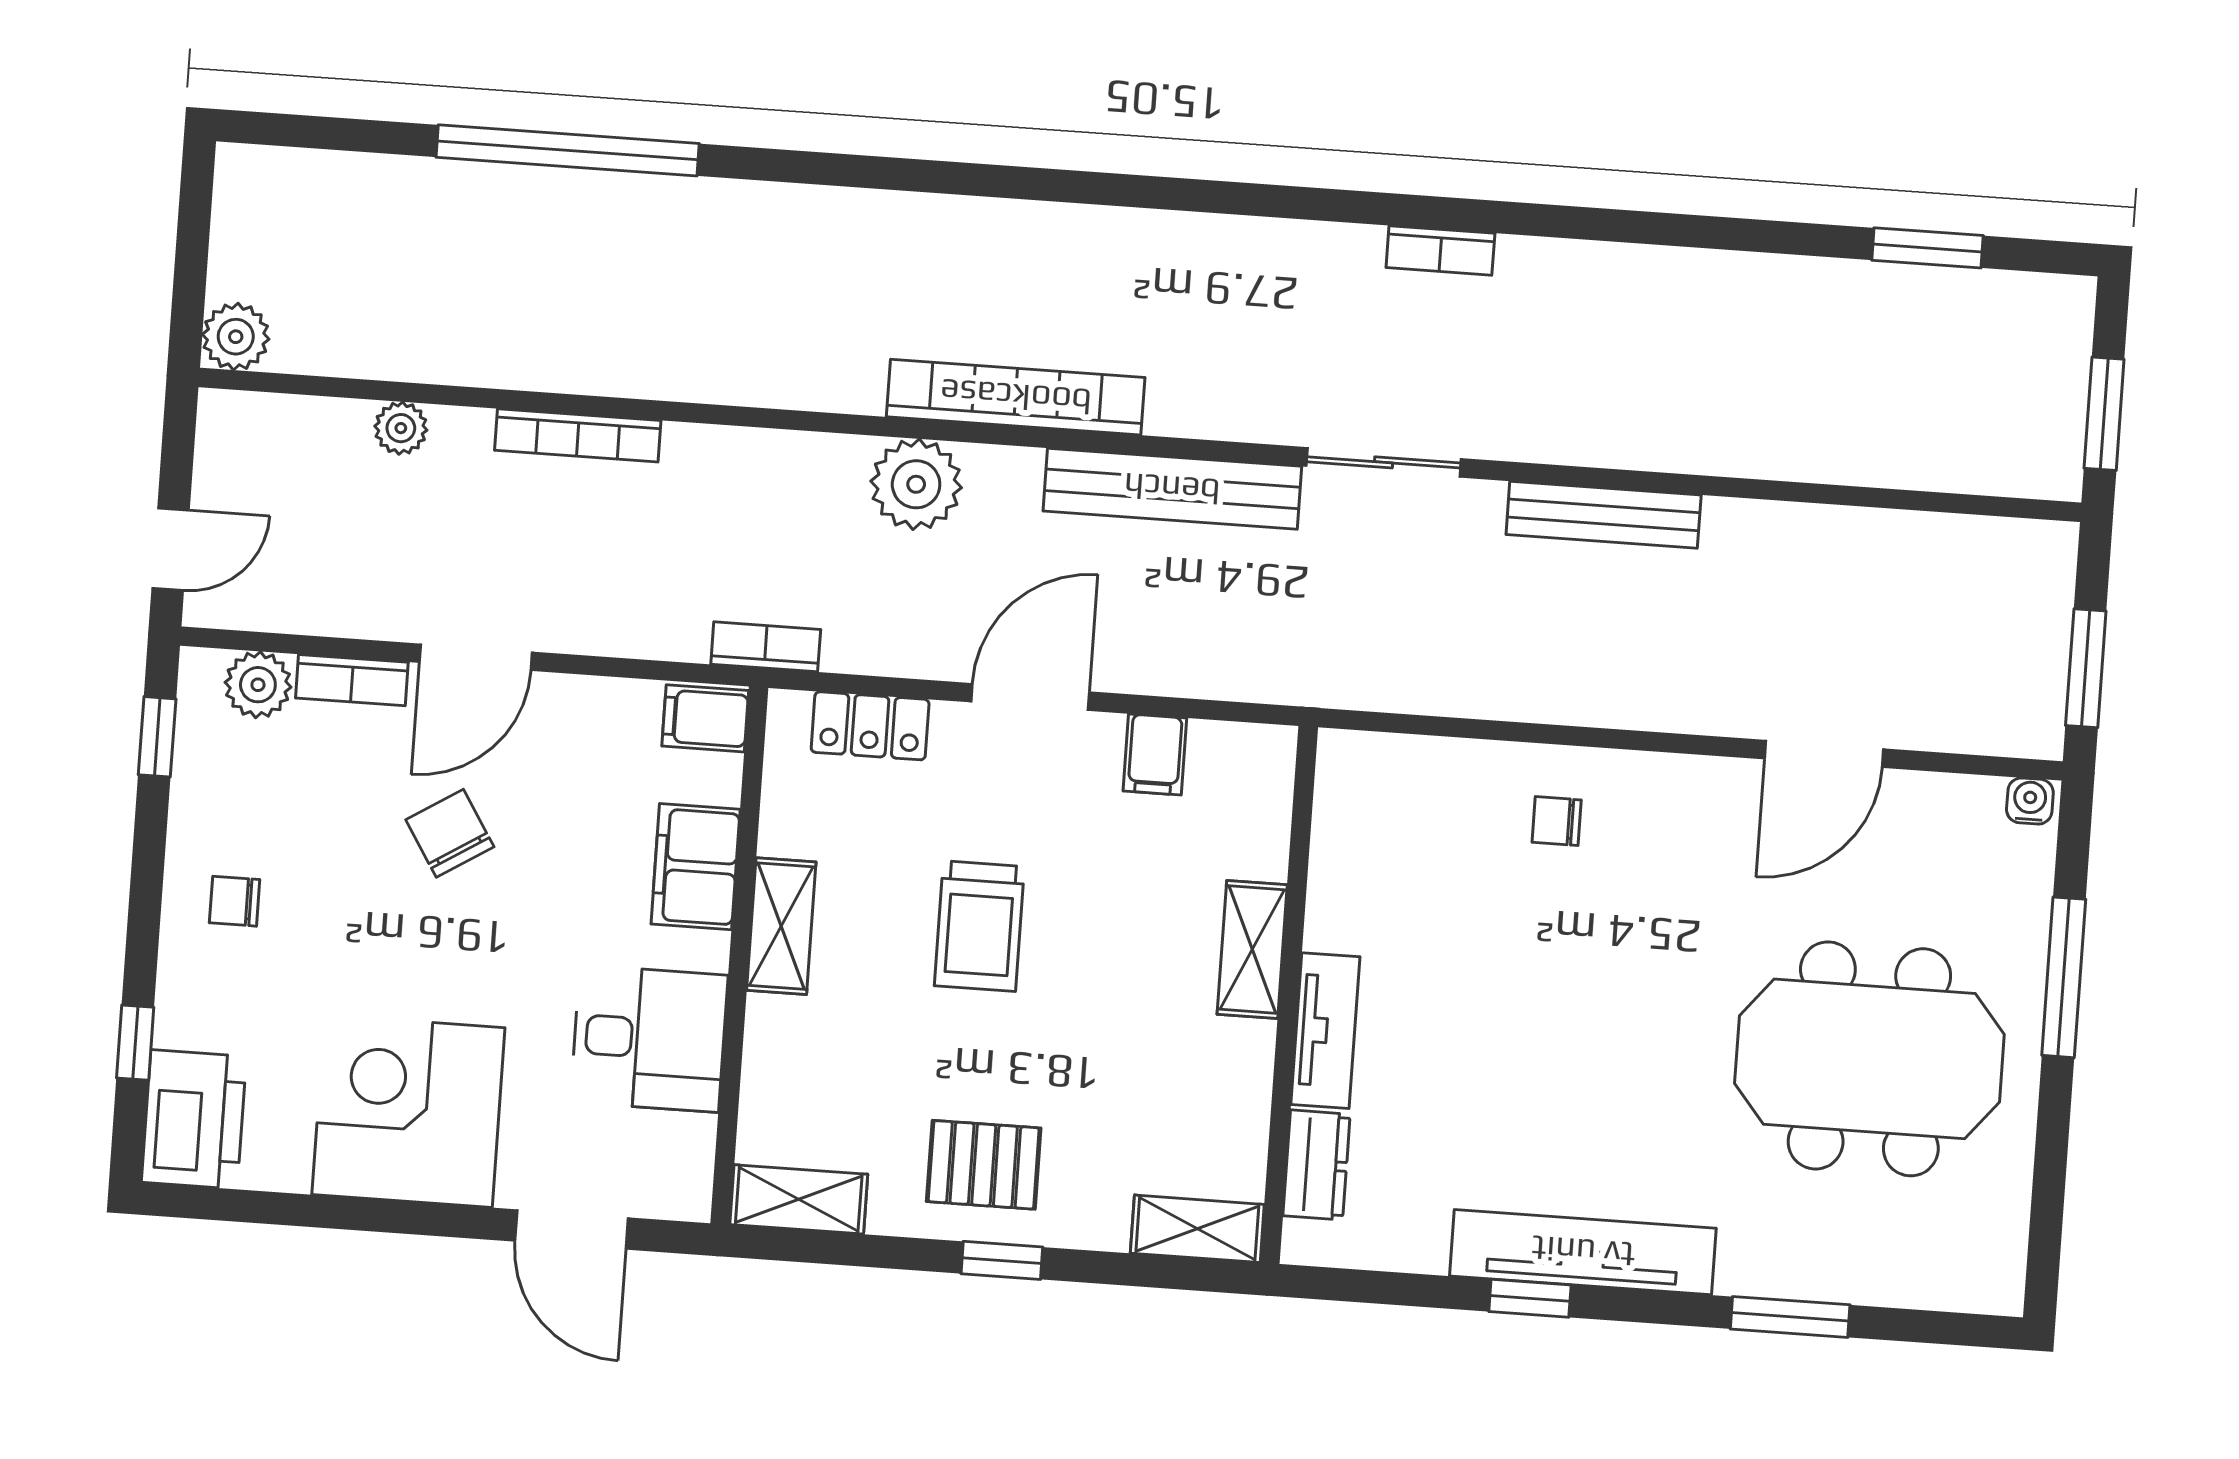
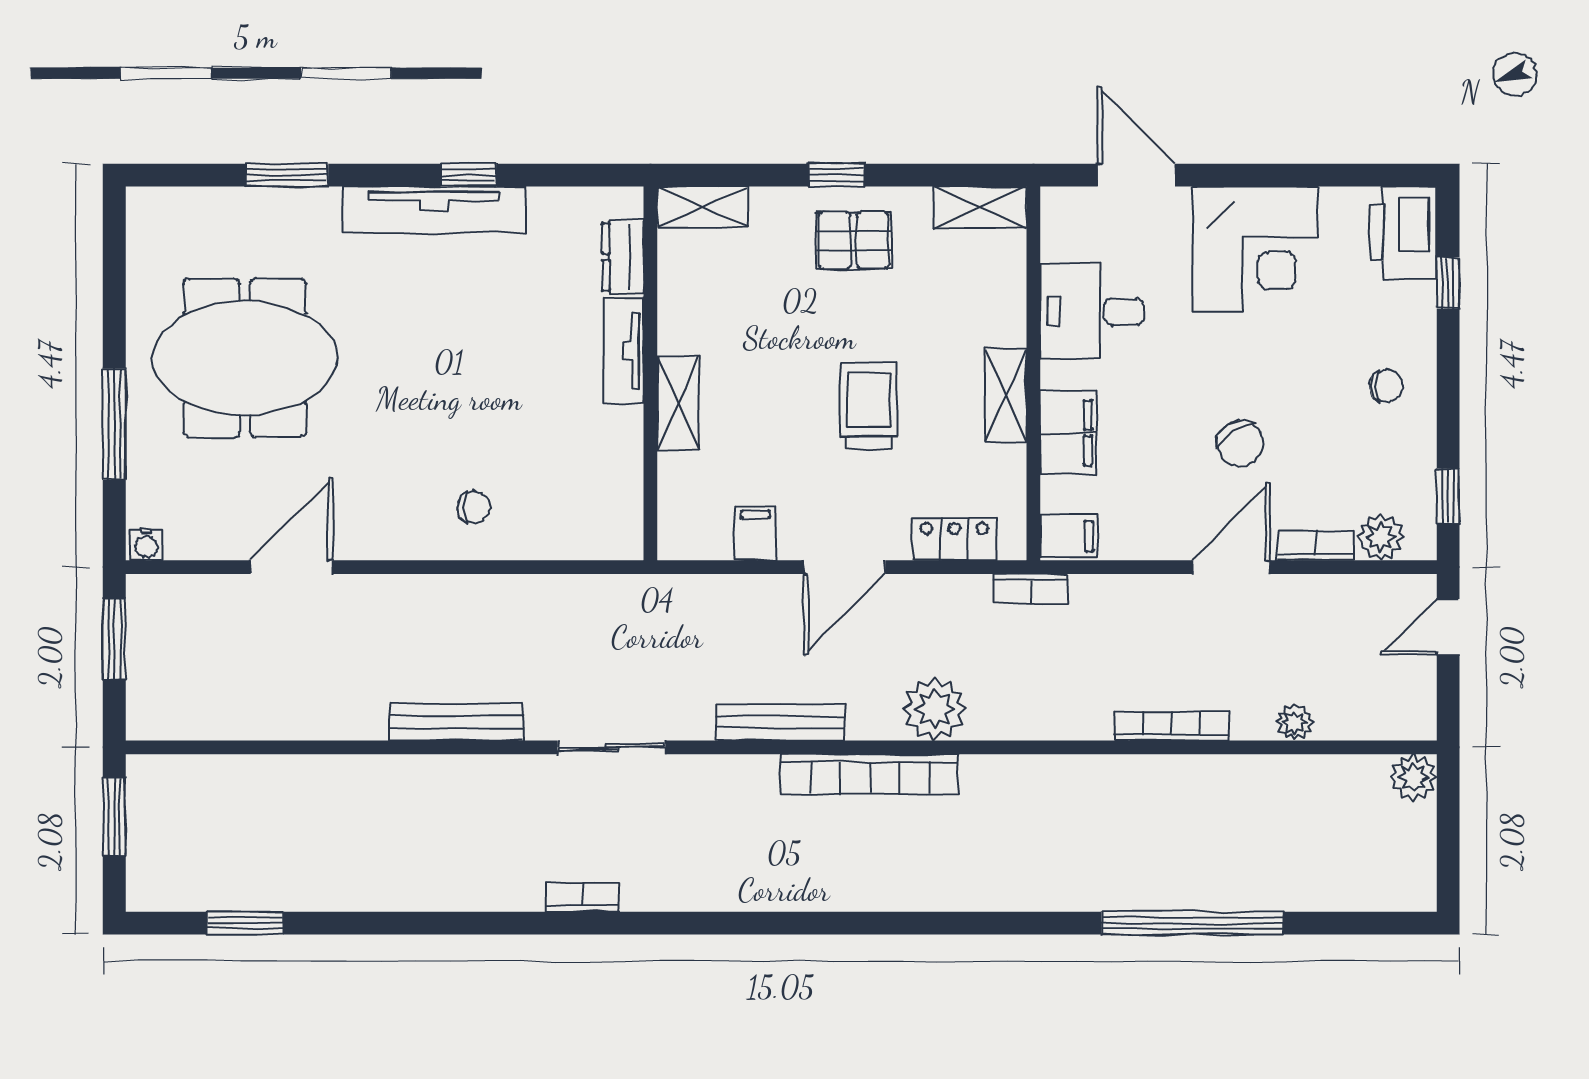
bench: (1172, 489) -> (780, 722), width x0.73, depth x0.82

